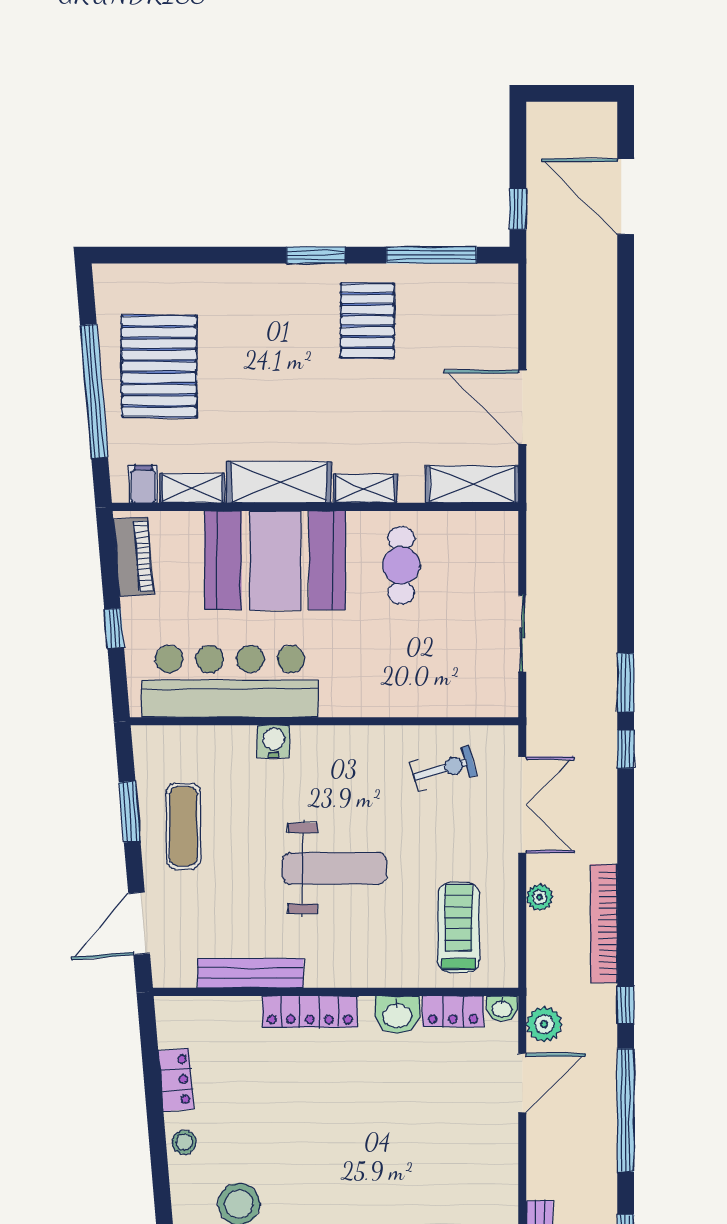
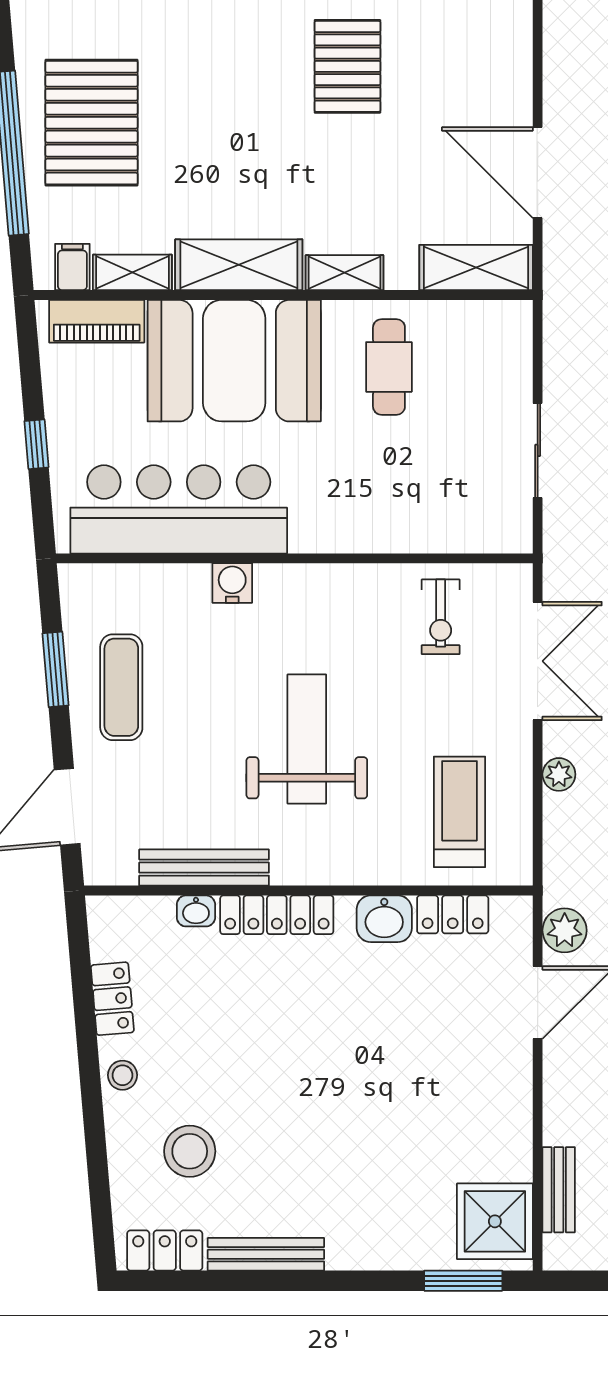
piano: (134, 557) -> (97, 321), moved, turned 95
exercise bike: (443, 769) -> (441, 617), turned 106
weight bench: (334, 868) -> (307, 739), turned -90
washbasin: (502, 1008) -> (196, 911), moved

